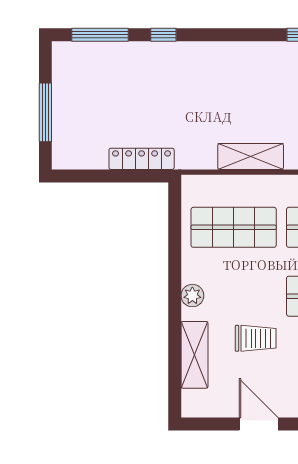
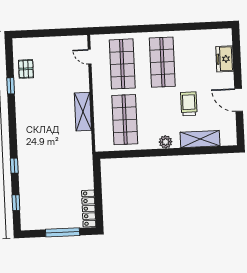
window: (100, 35) -> (16, 203), width x0.46
locker: (142, 159) -> (89, 209), moved
door: (259, 424) -> (239, 100), hinge flipped

